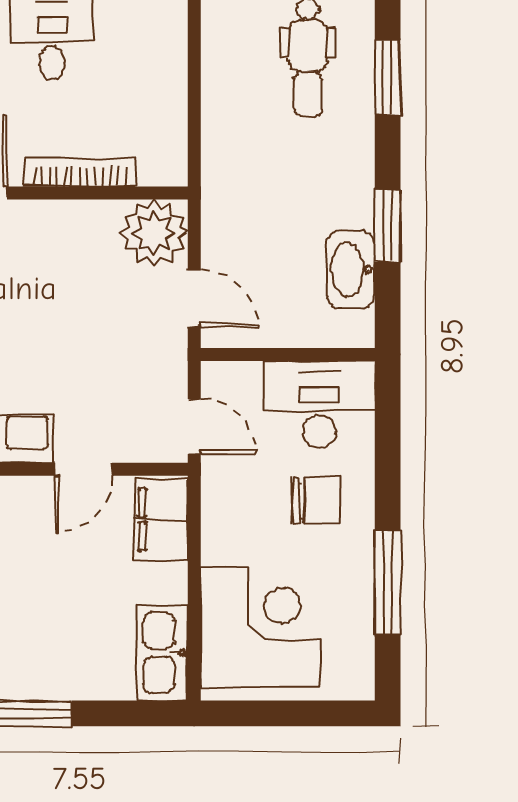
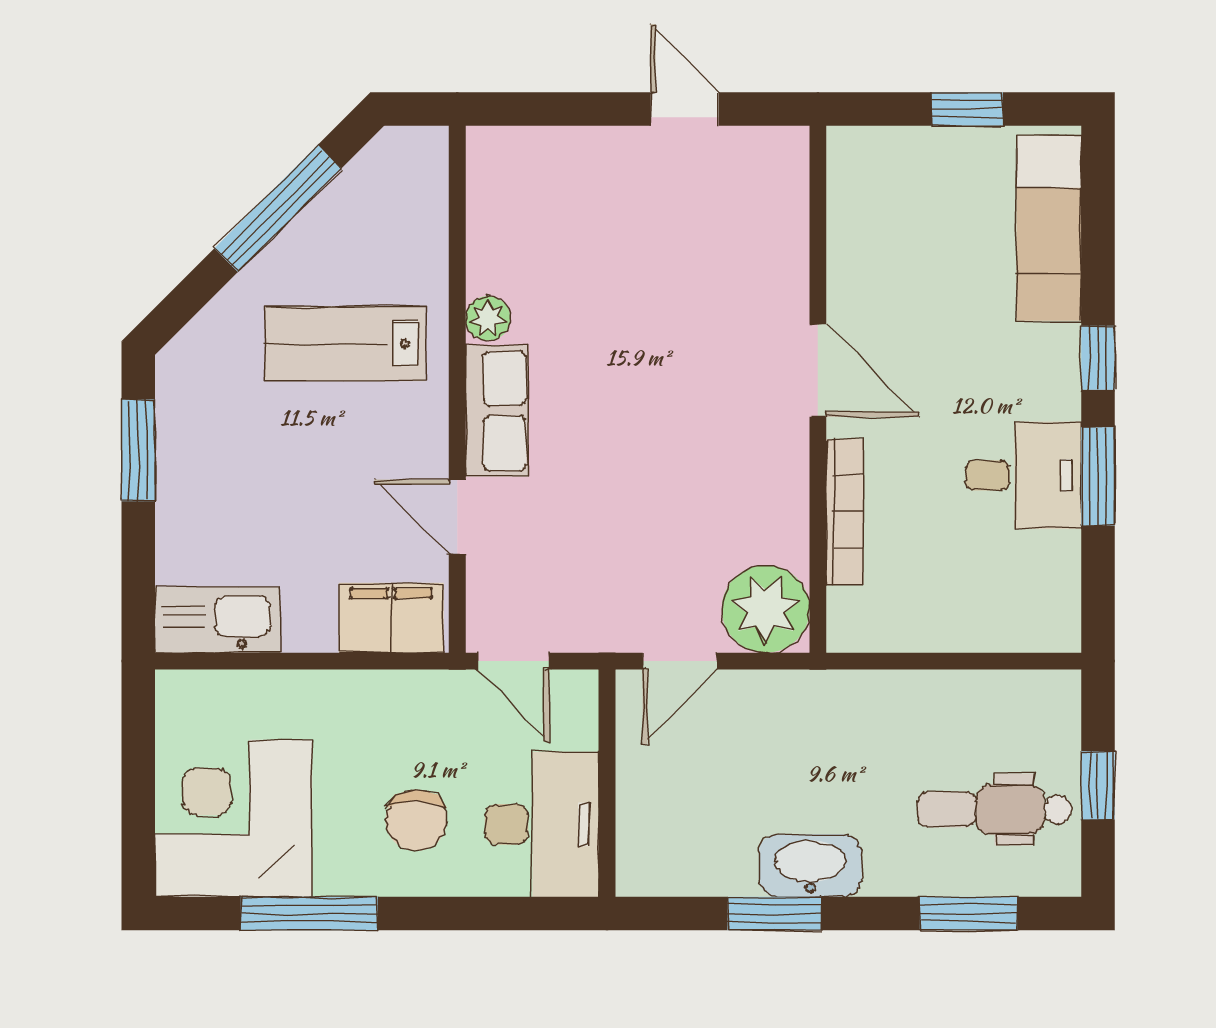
washbasin: (351, 270) -> (810, 865), moved
door: (194, 427) -> (513, 661), hinge flipped
corner desk: (261, 627) -> (233, 818), moved, turned 180

